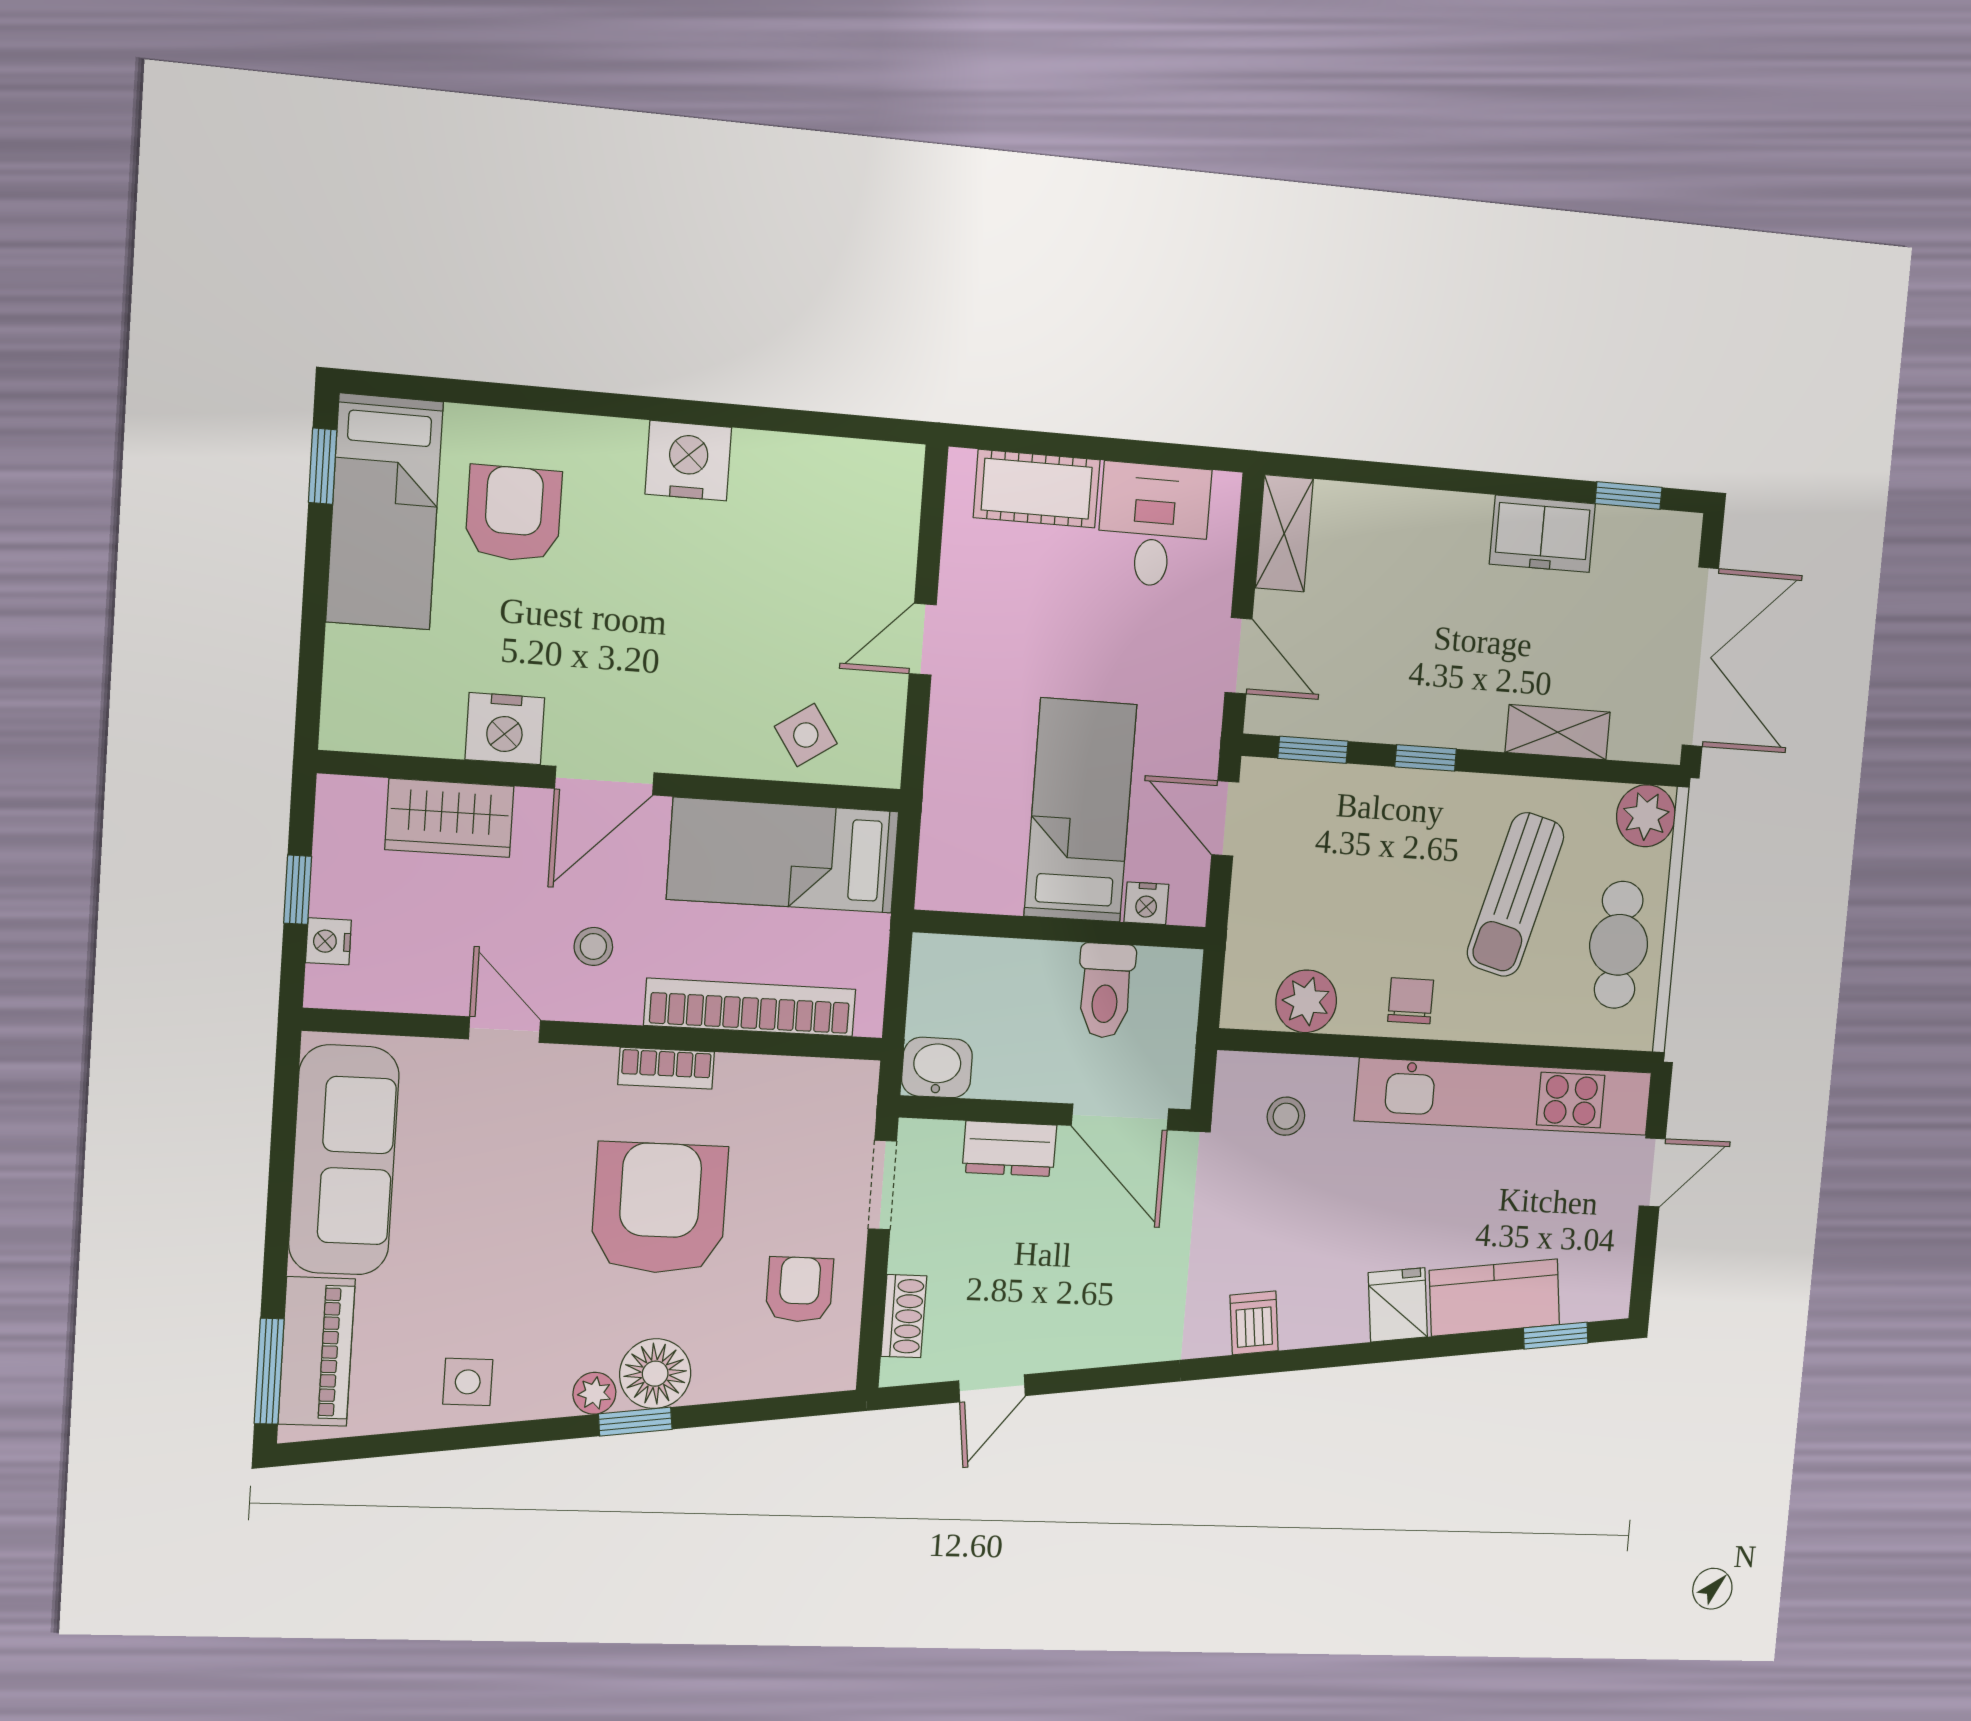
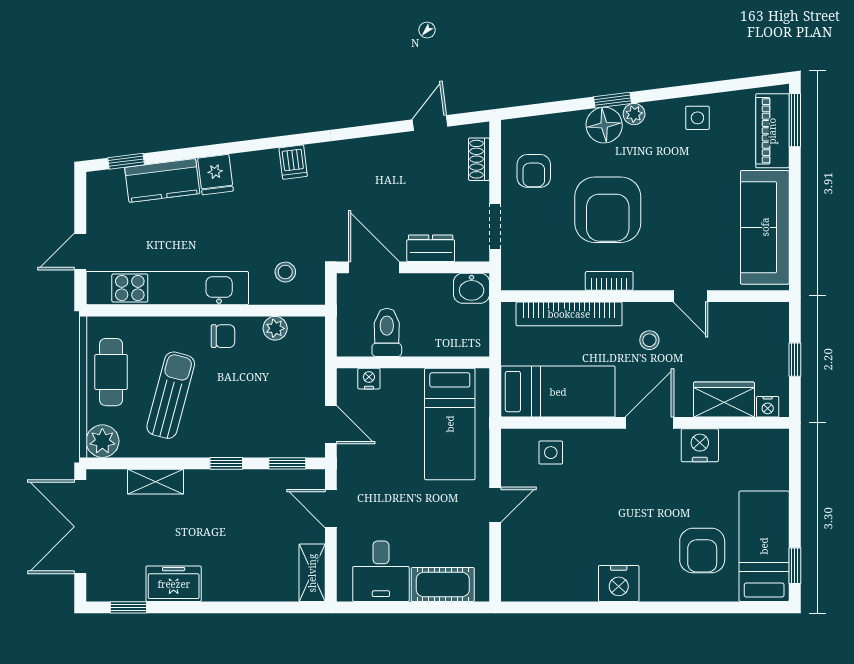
side table: (806, 735) -> (551, 453), turned 34
bed: (1080, 810) -> (450, 424), moved
nightstand: (328, 941) -> (768, 407), moved, turned 90
plant: (1306, 1001) -> (275, 328), width x0.73, depth x0.73
chair: (1411, 1001) -> (223, 336), turned -90

